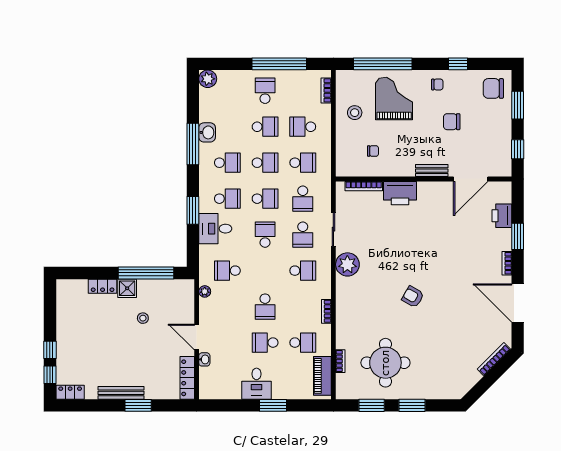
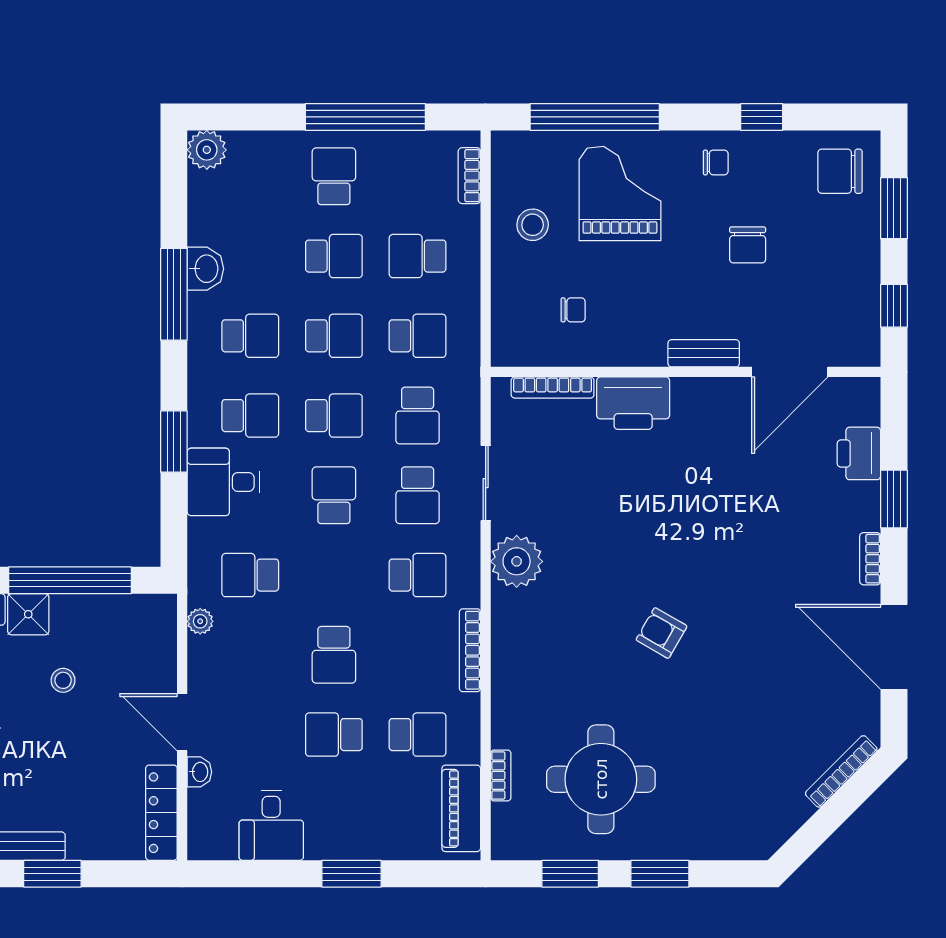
chair: (452, 122) -> (748, 245), turned -90
bookcase: (326, 311) -> (470, 650), width x1.56
desk: (257, 384) -> (271, 826), moved

